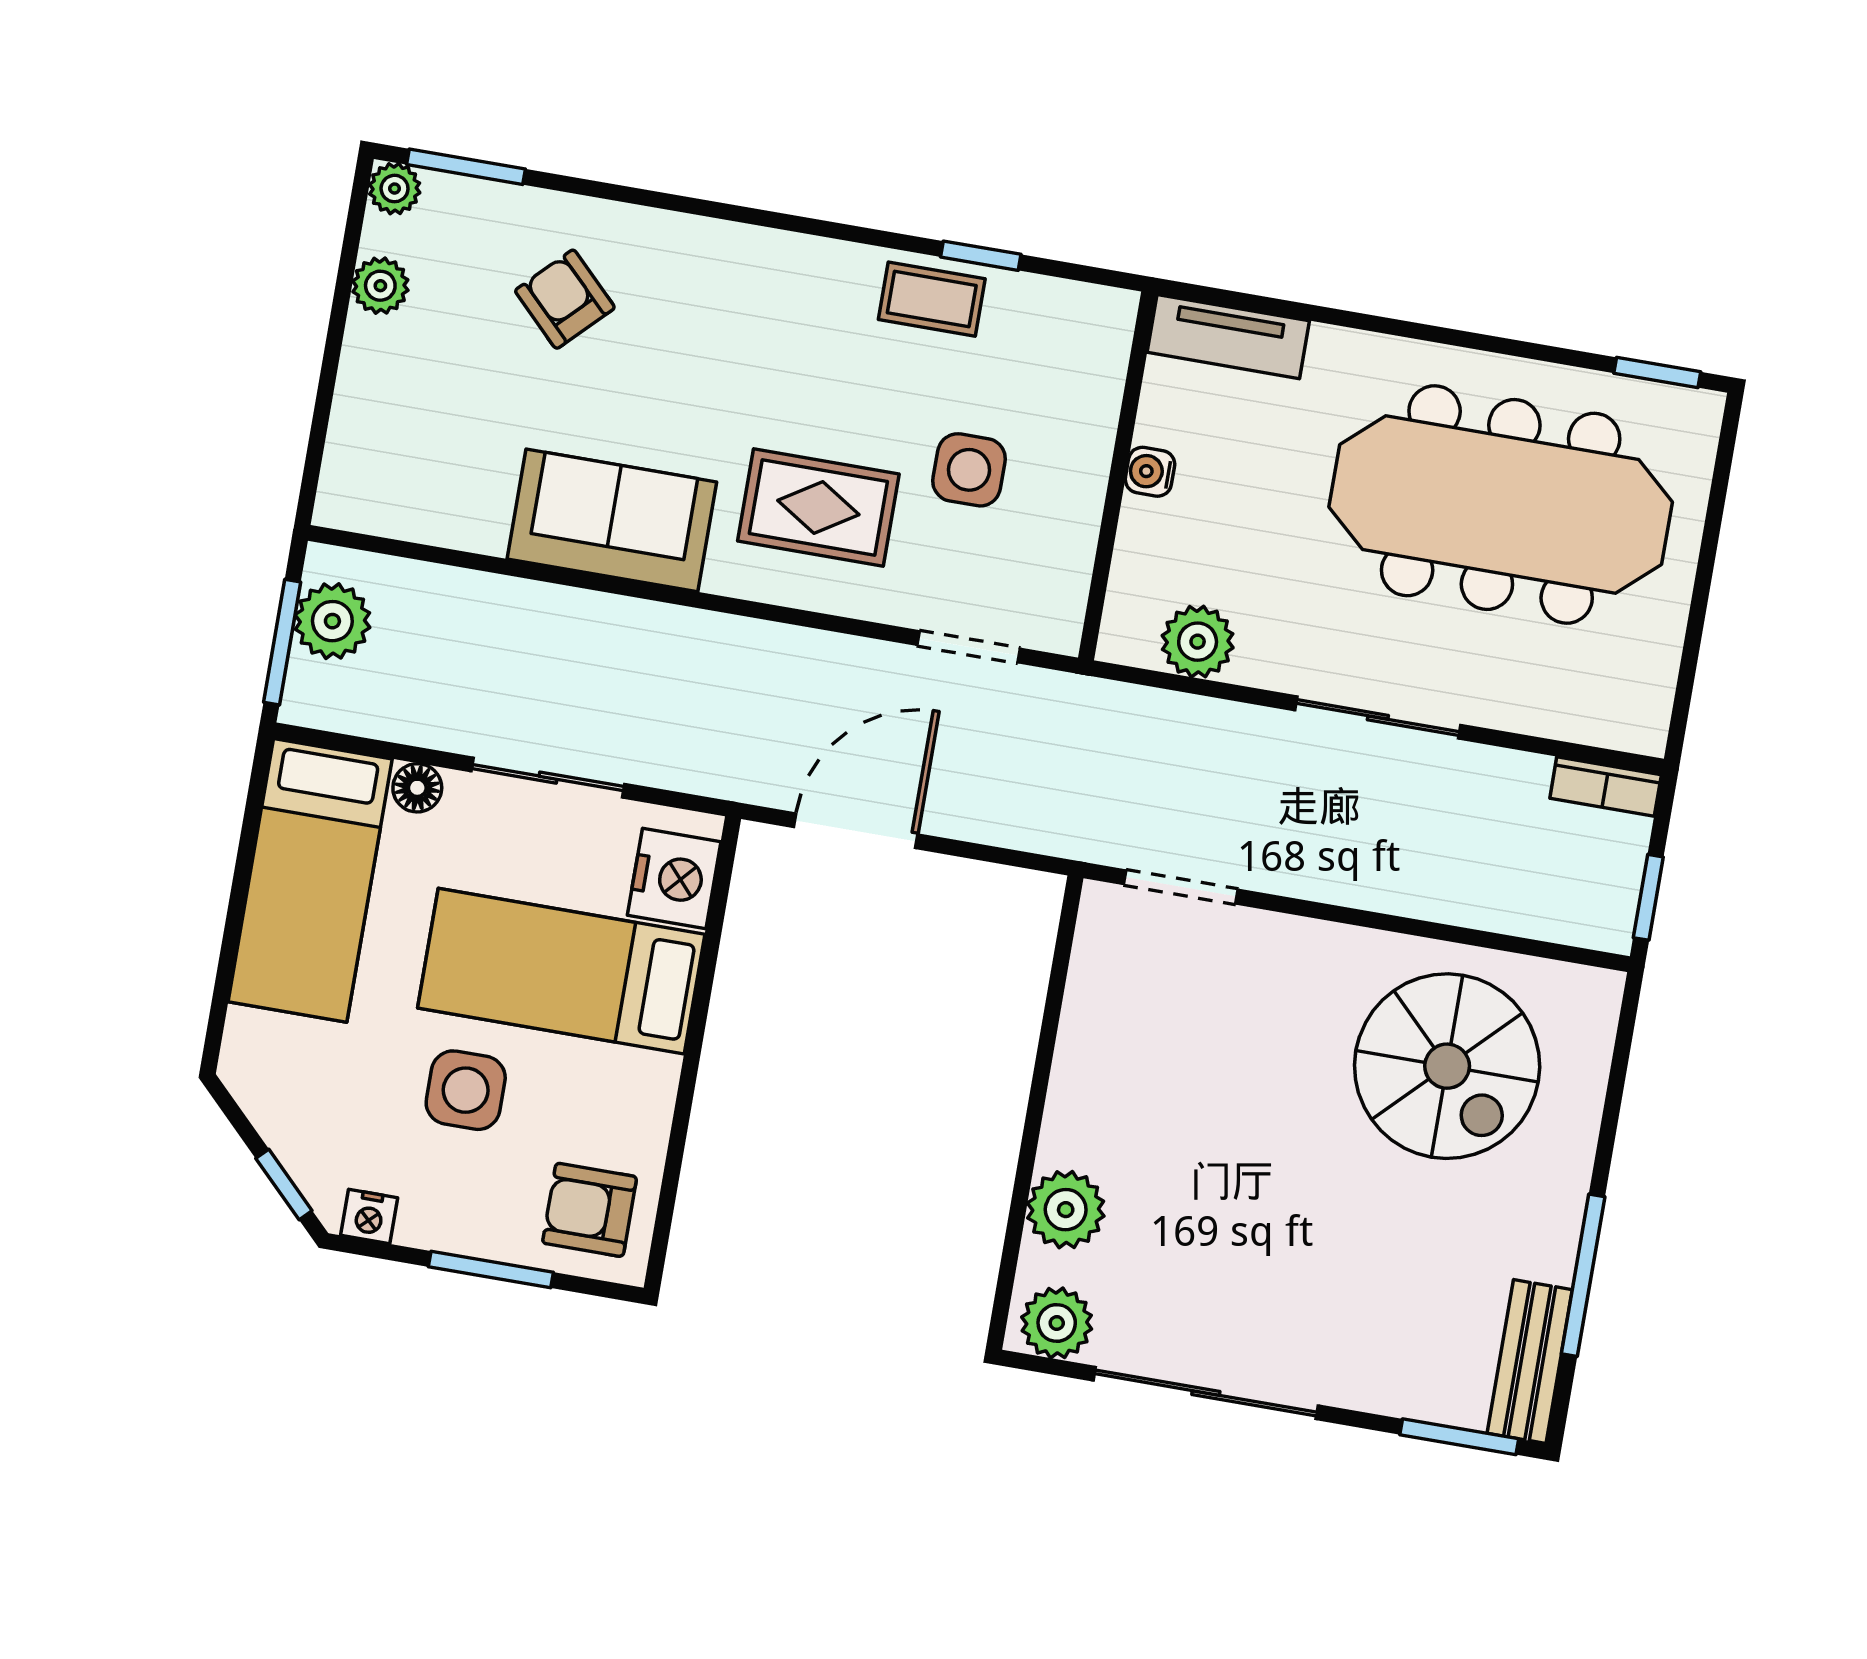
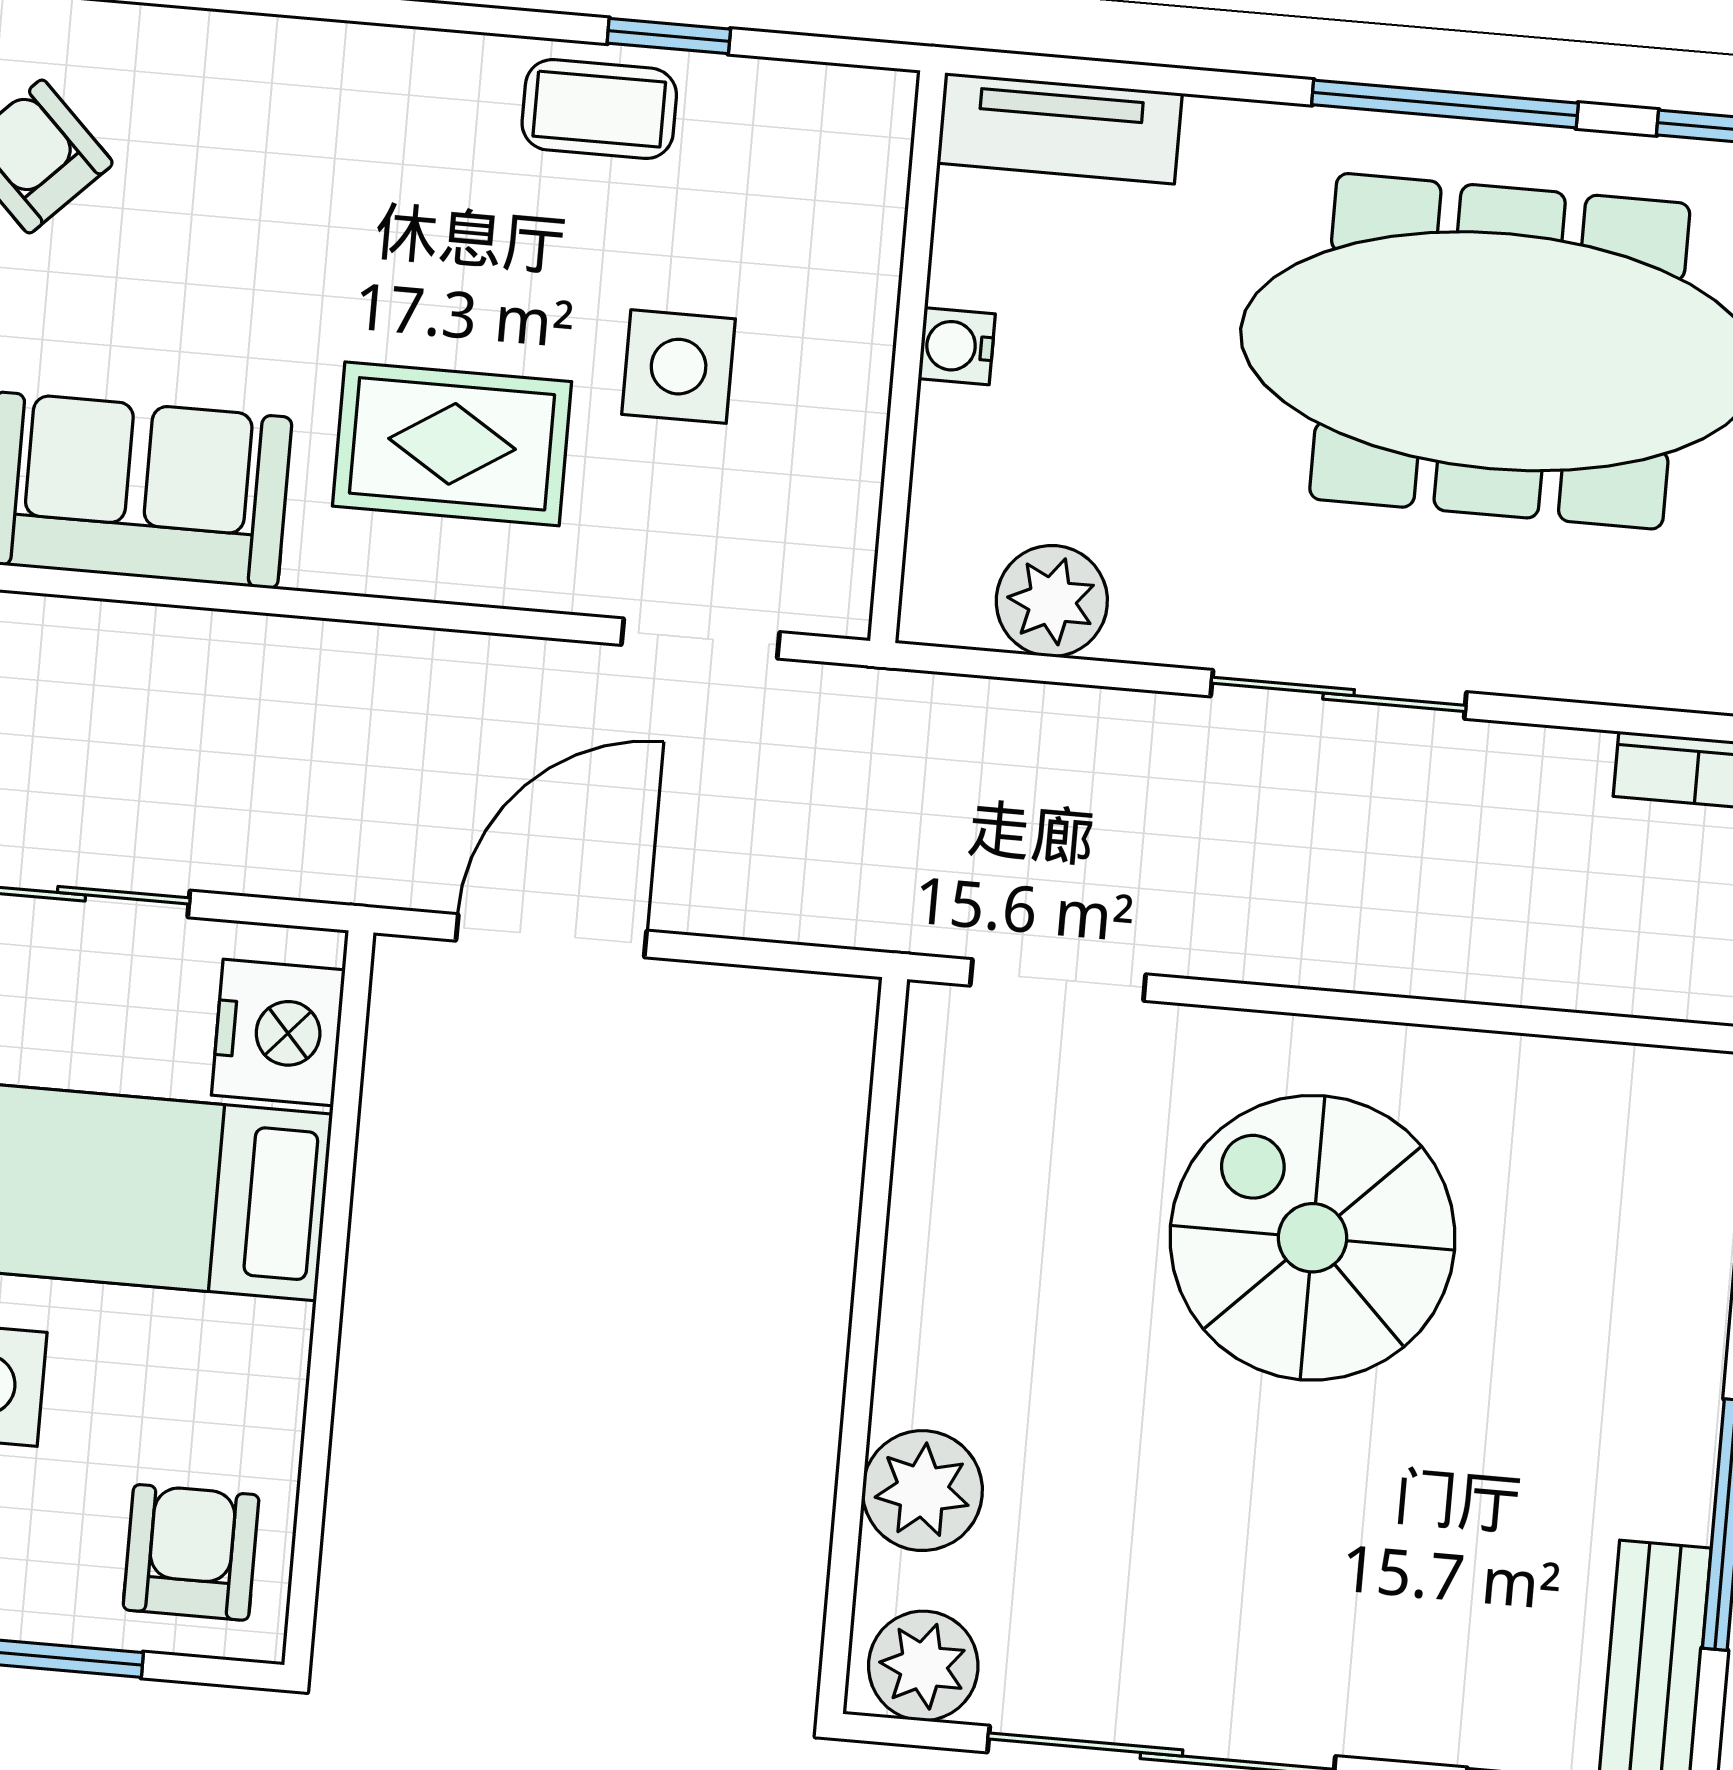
window: (1479, 342) -> (1445, 104), added
spiral stairs: (1447, 1066) -> (1312, 1238), moved, turned 180
armchair: (590, 1210) -> (191, 1552), turned 90

